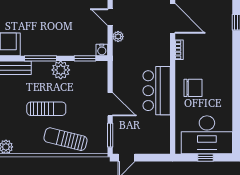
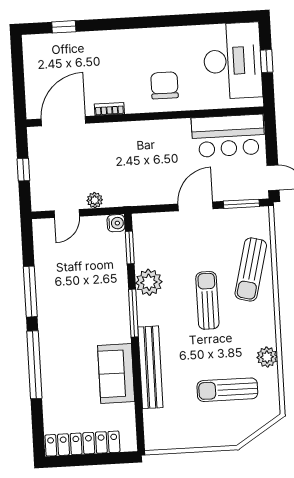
bar counter: (157, 91) -> (228, 136), moved

